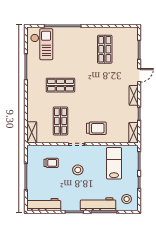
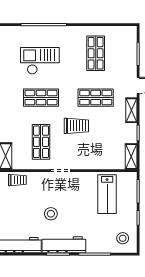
checkout: (42, 44) -> (40, 61), moved, turned -90
shop shelf: (105, 85) -> (96, 98), added
trolley: (96, 128) -> (76, 126), moved
trolley: (51, 163) -> (17, 180), moved
lab bench: (114, 163) -> (107, 194), turned 180
stool: (78, 170) -> (51, 214), moved
workbench: (98, 204) -> (64, 245), moved

